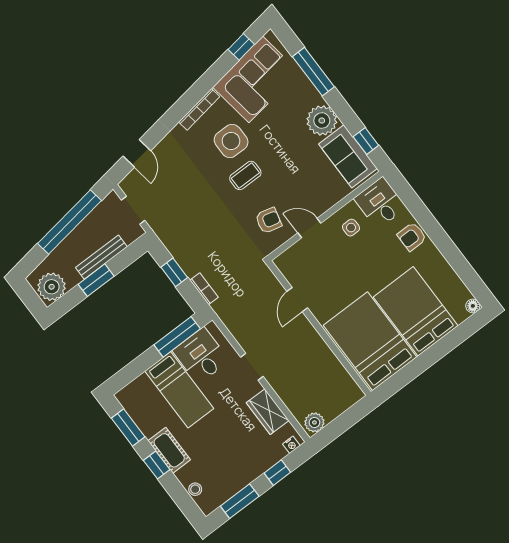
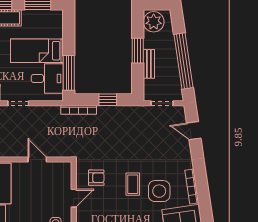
armchair: (268, 220) -> (96, 178), turned -104
bench: (101, 257) -> (149, 64), width x0.73
bookcase: (204, 289) -> (79, 110), width x1.56

